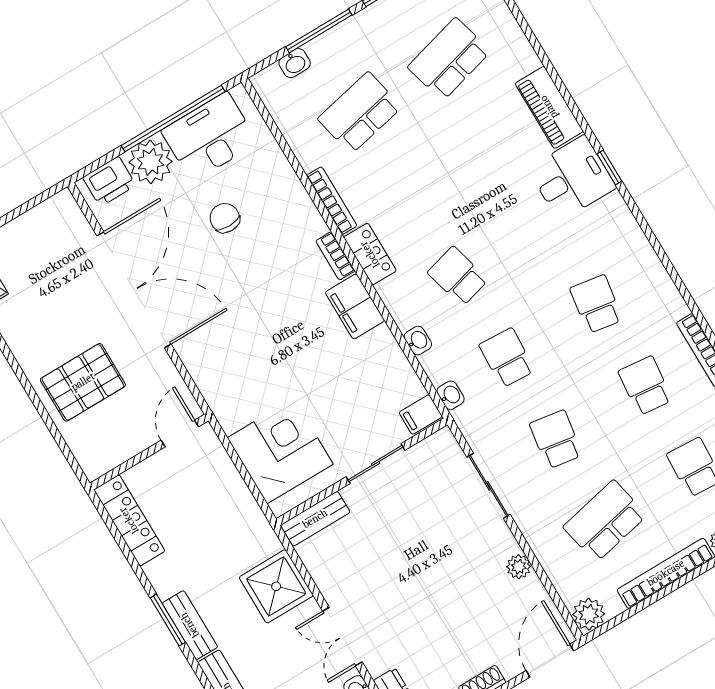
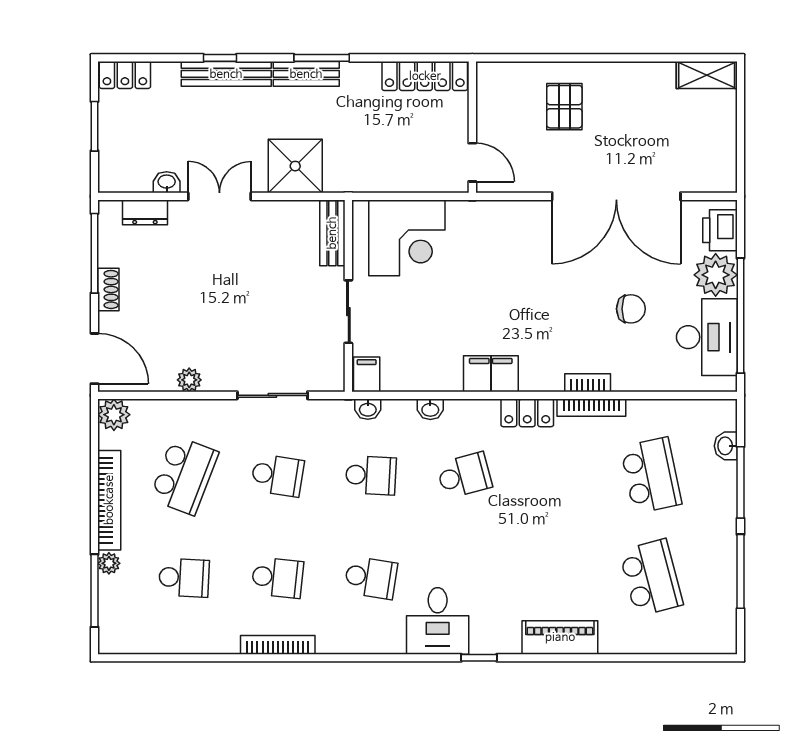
desk: (572, 178) -> (438, 621), moved
bookcase: (335, 256) -> (588, 383), moved
pallet: (83, 382) -> (564, 107), width x0.67, depth x0.71
school desk: (605, 521) -> (184, 475), turned 33

